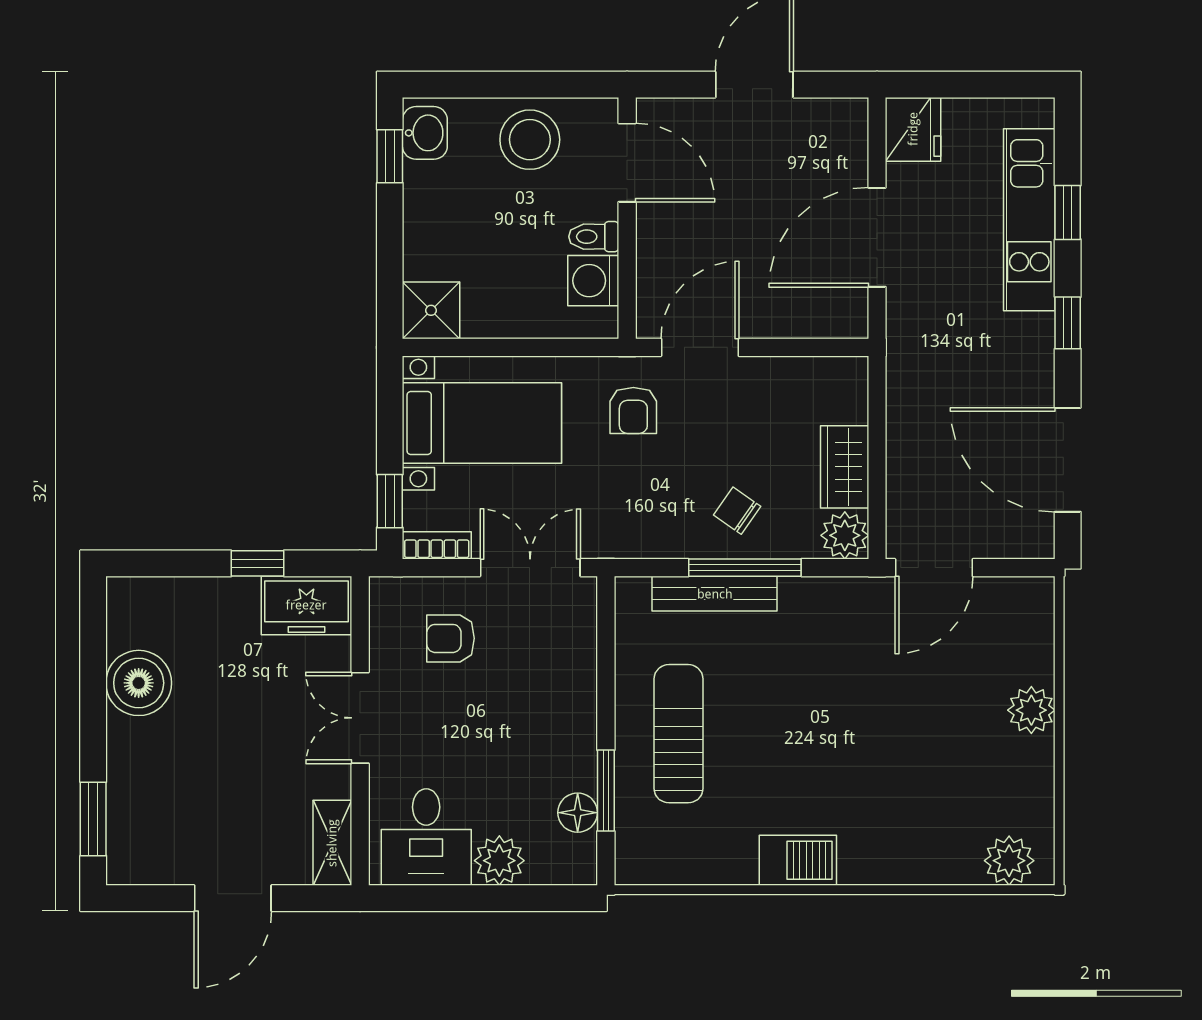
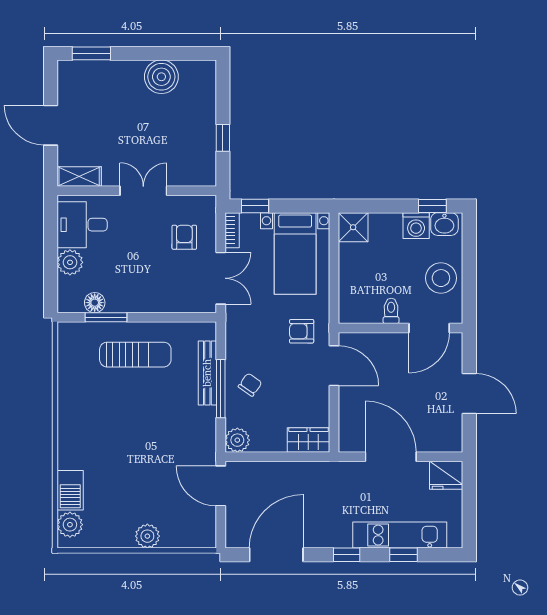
washing machine: (593, 281) -> (416, 226), moved, turned 180
wardrobe: (845, 467) -> (308, 440), moved
freezer: (306, 605) -> (201, 163), removed
barbecue: (798, 860) -> (70, 490), moved

